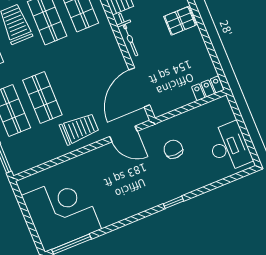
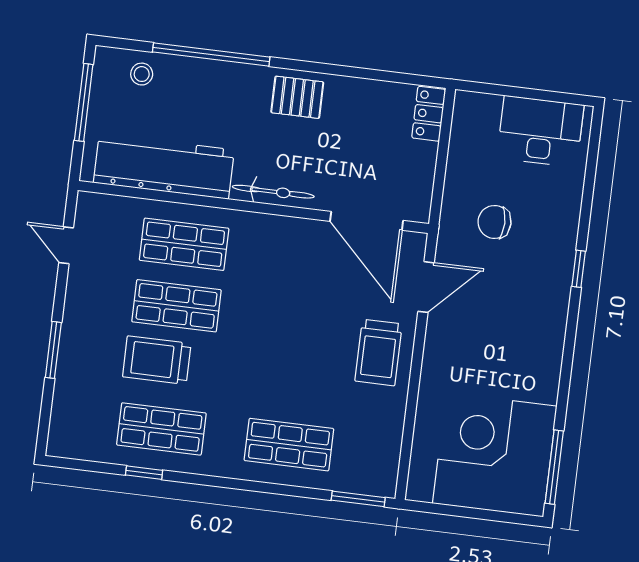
pallet: (180, 21) -> (297, 97), turned 90
shop shelf: (42, 97) -> (296, 383), removed
trolley: (79, 129) -> (379, 352), turned 180

